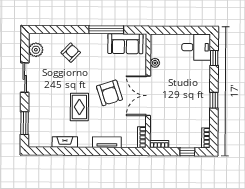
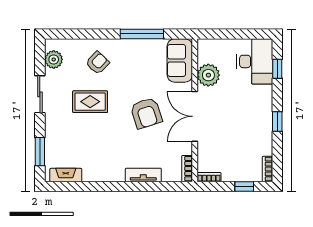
sofa: (125, 44) -> (180, 60), moved, turned 90
desk: (196, 47) -> (255, 61), width x1.37
plant: (155, 63) -> (208, 75), width x1.88, depth x1.88
rug: (79, 107) -> (90, 102), moved, turned 90
fireplace: (65, 142) -> (66, 175), moved

